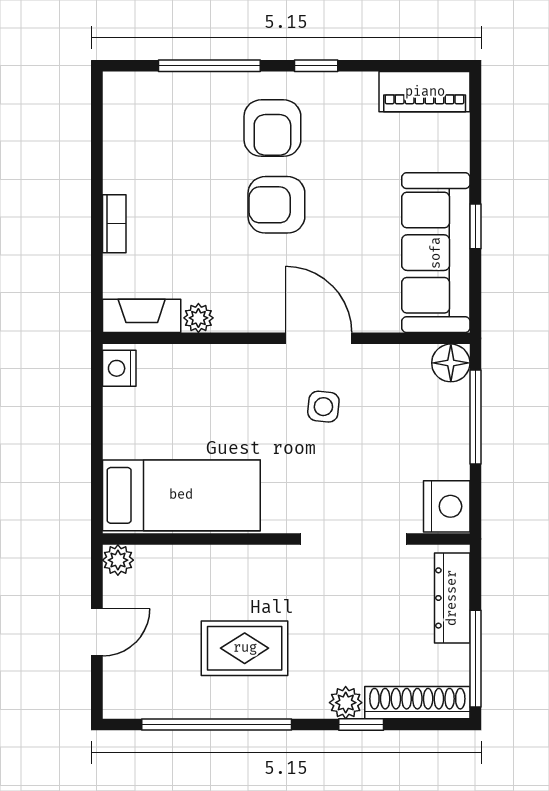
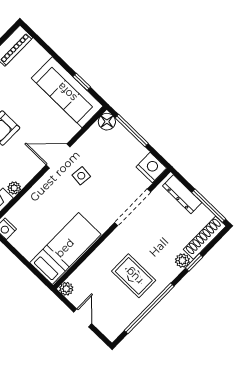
window: (475, 226) -> (82, 82), moved
rug: (245, 648) -> (134, 276), turned 90

